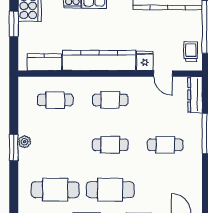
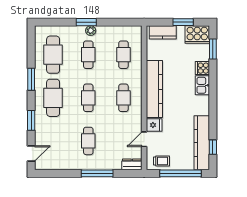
kitchen counter: (44, 62) -> (163, 32), moved, turned 90
dresser: (195, 95) -> (132, 164), width x0.70
cafe table: (55, 145) -> (88, 55), added

